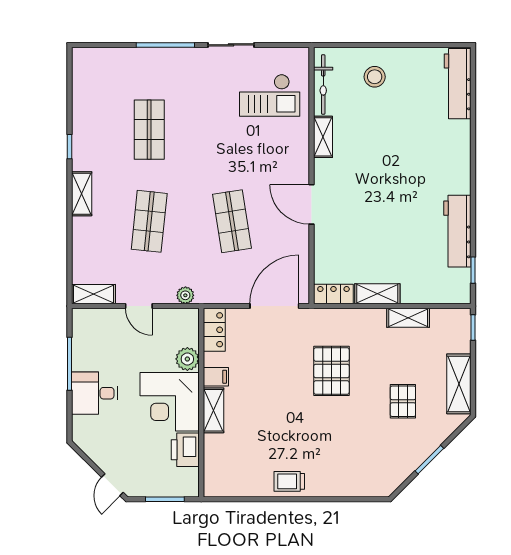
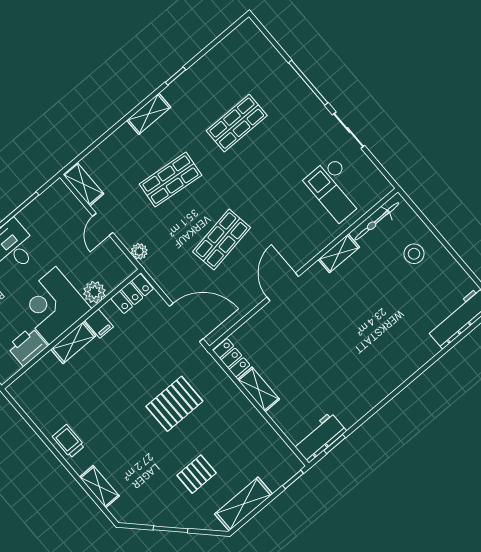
workbench: (457, 231) -> (319, 437), moved, width x0.73
shelving: (408, 318) -> (99, 487), moved

